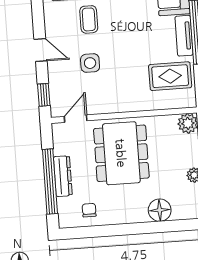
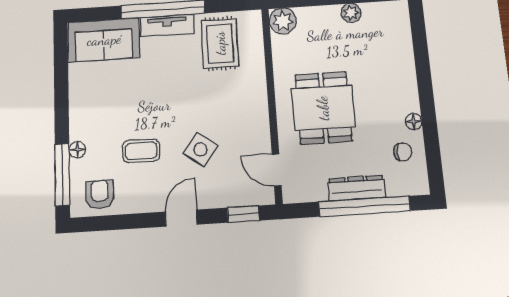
side table: (90, 63) -> (200, 149), turned 36
dining table: (121, 153) -> (323, 108), width x0.73
chair: (89, 210) -> (403, 152), turned 180
floor lamp: (160, 210) -> (414, 121), moved, width x0.53, depth x0.53

